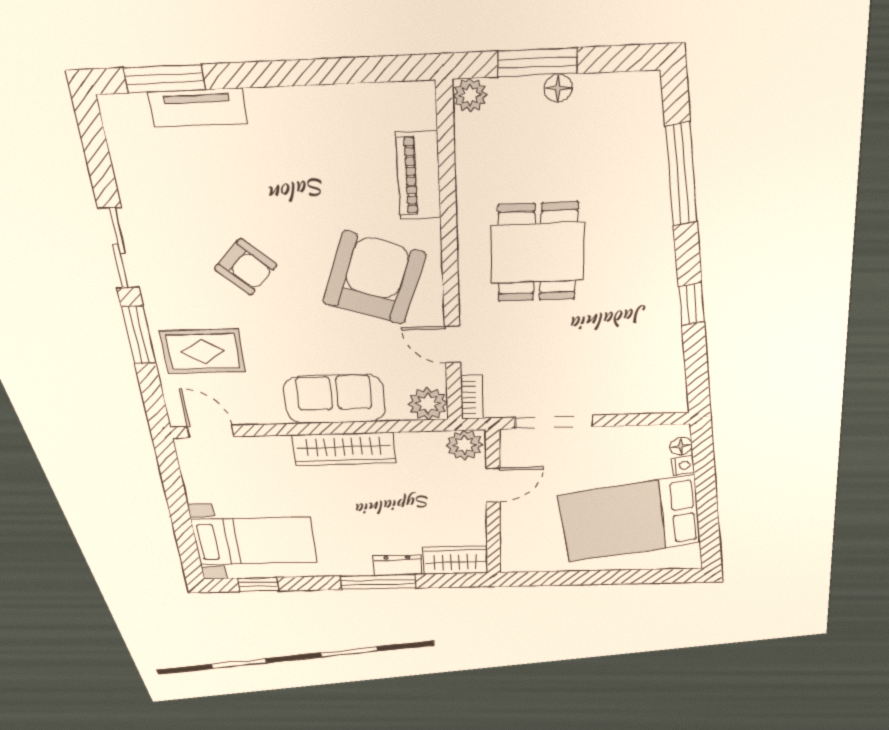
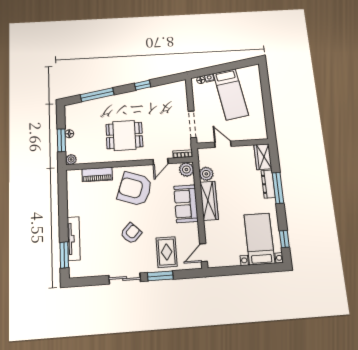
tv unit: (198, 108) -> (74, 239), width x1.41
plant: (464, 445) -> (206, 174), moved
bed: (630, 520) -> (231, 94), width x0.67
dresser: (398, 565) -> (268, 184), width x1.44

